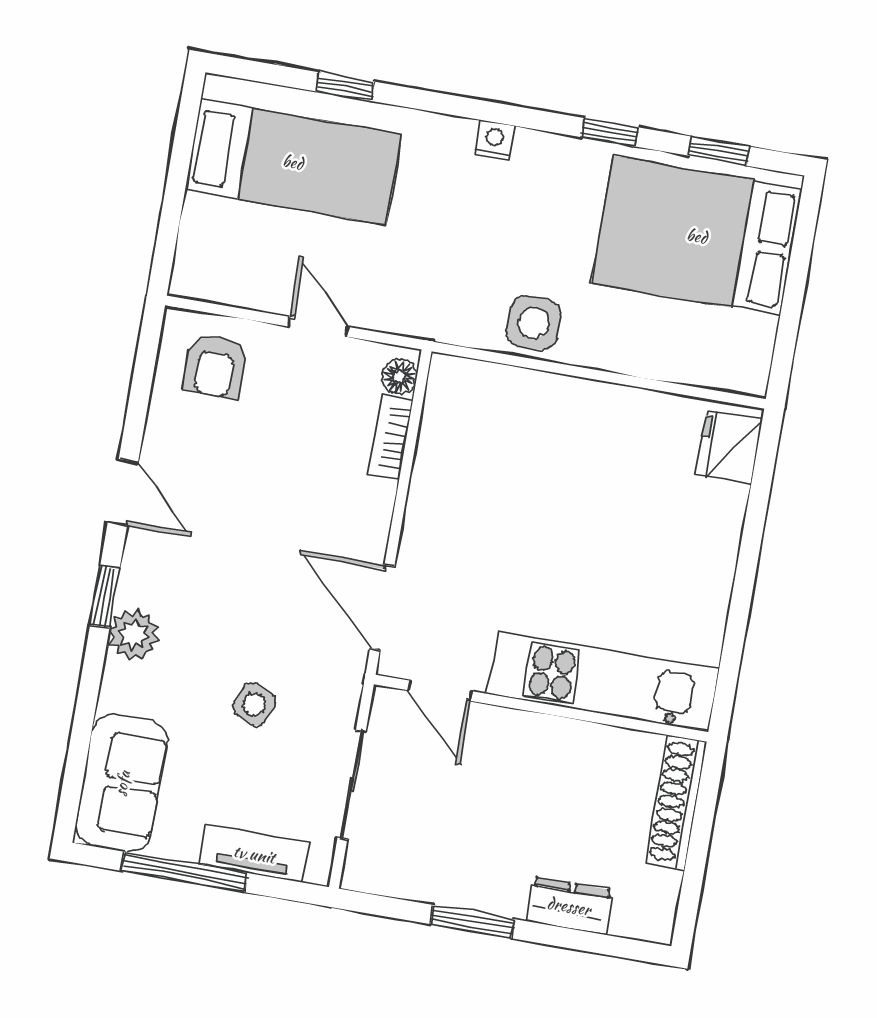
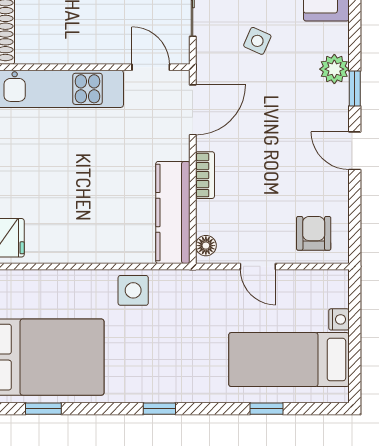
window: (610, 132) -> (159, 409), moved
nightstand: (494, 140) -> (339, 319), moved, turned -90
bookcase: (391, 437) -> (205, 175), moved
kitchen counter: (445, 442) -> (173, 212), added
door: (382, 608) -> (193, 110), hinge flipped

